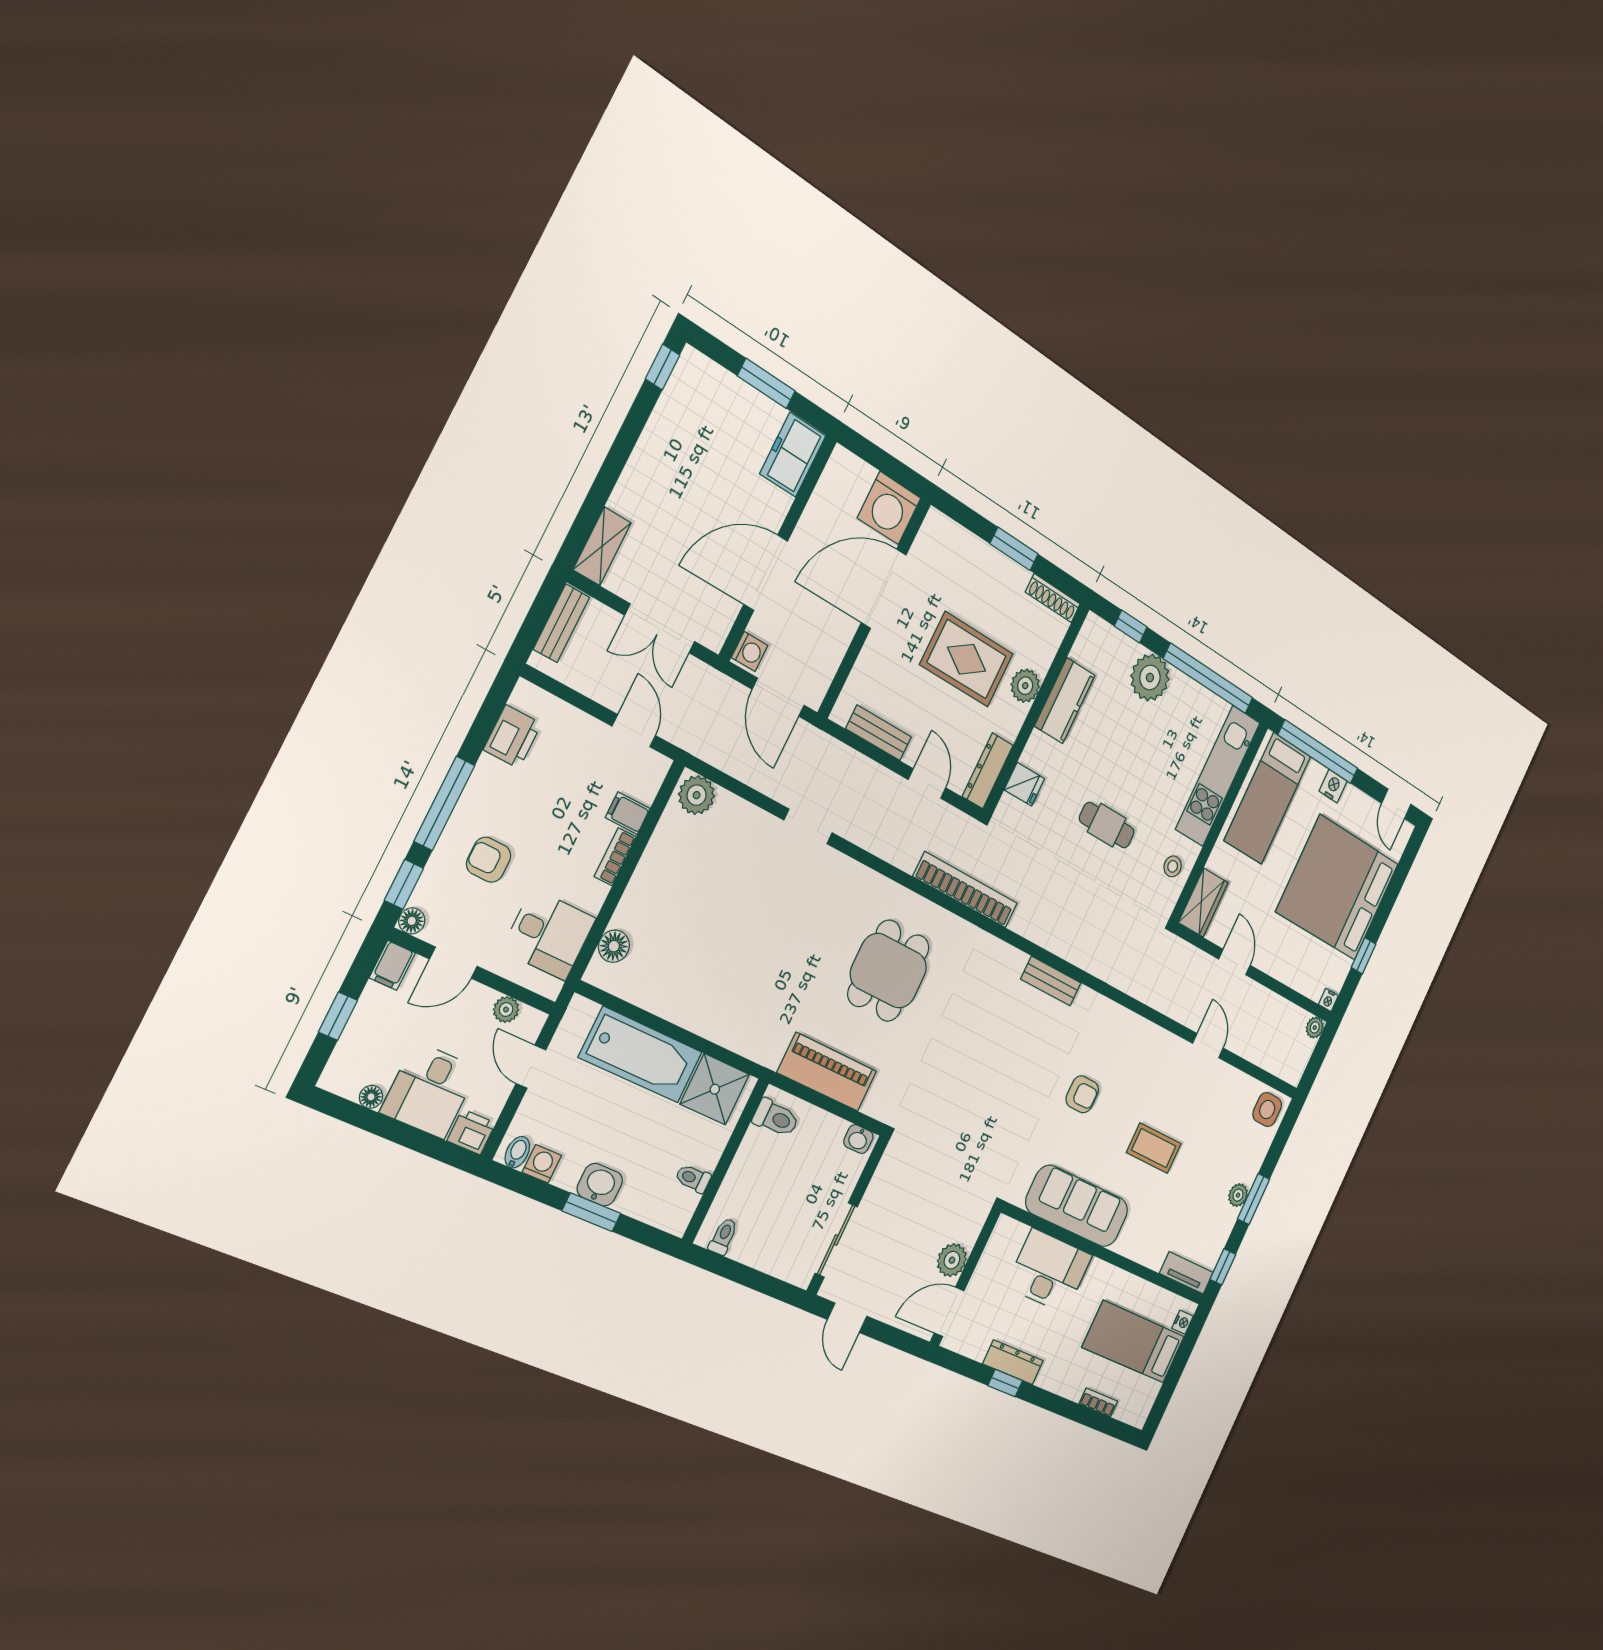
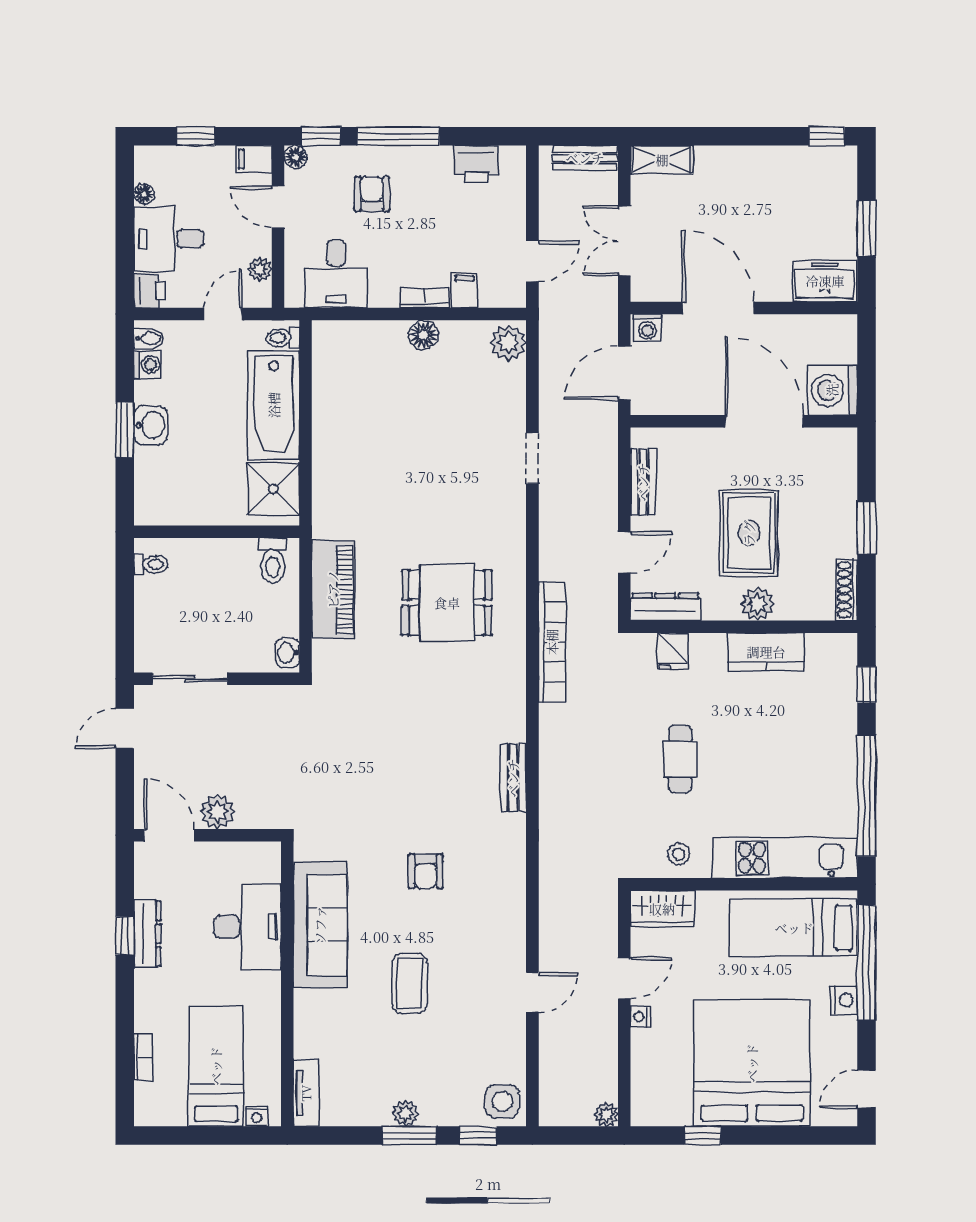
plant: (1150, 677) -> (833, 731), removed
floor lamp: (614, 946) -> (424, 335), moved
nightstand: (1328, 1000) -> (640, 1017), moved
toilet: (693, 1178) -> (283, 338), moved, turned -90
window: (1223, 1267) -> (478, 1136), moved

